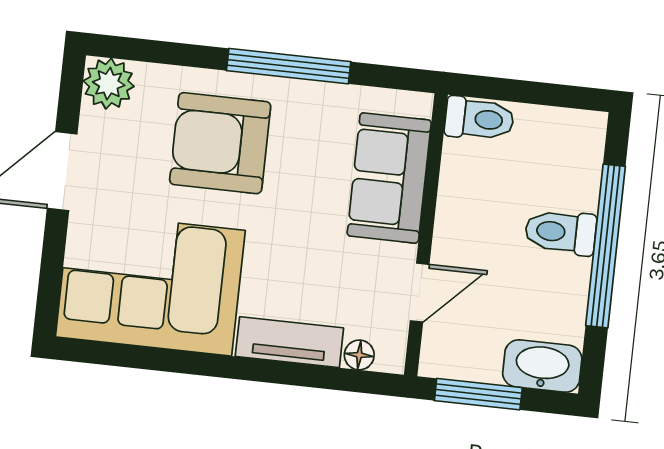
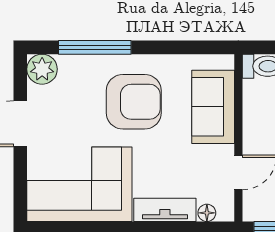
window: (289, 66) -> (95, 47), moved
armchair: (220, 143) -> (134, 102), moved, turned 180

